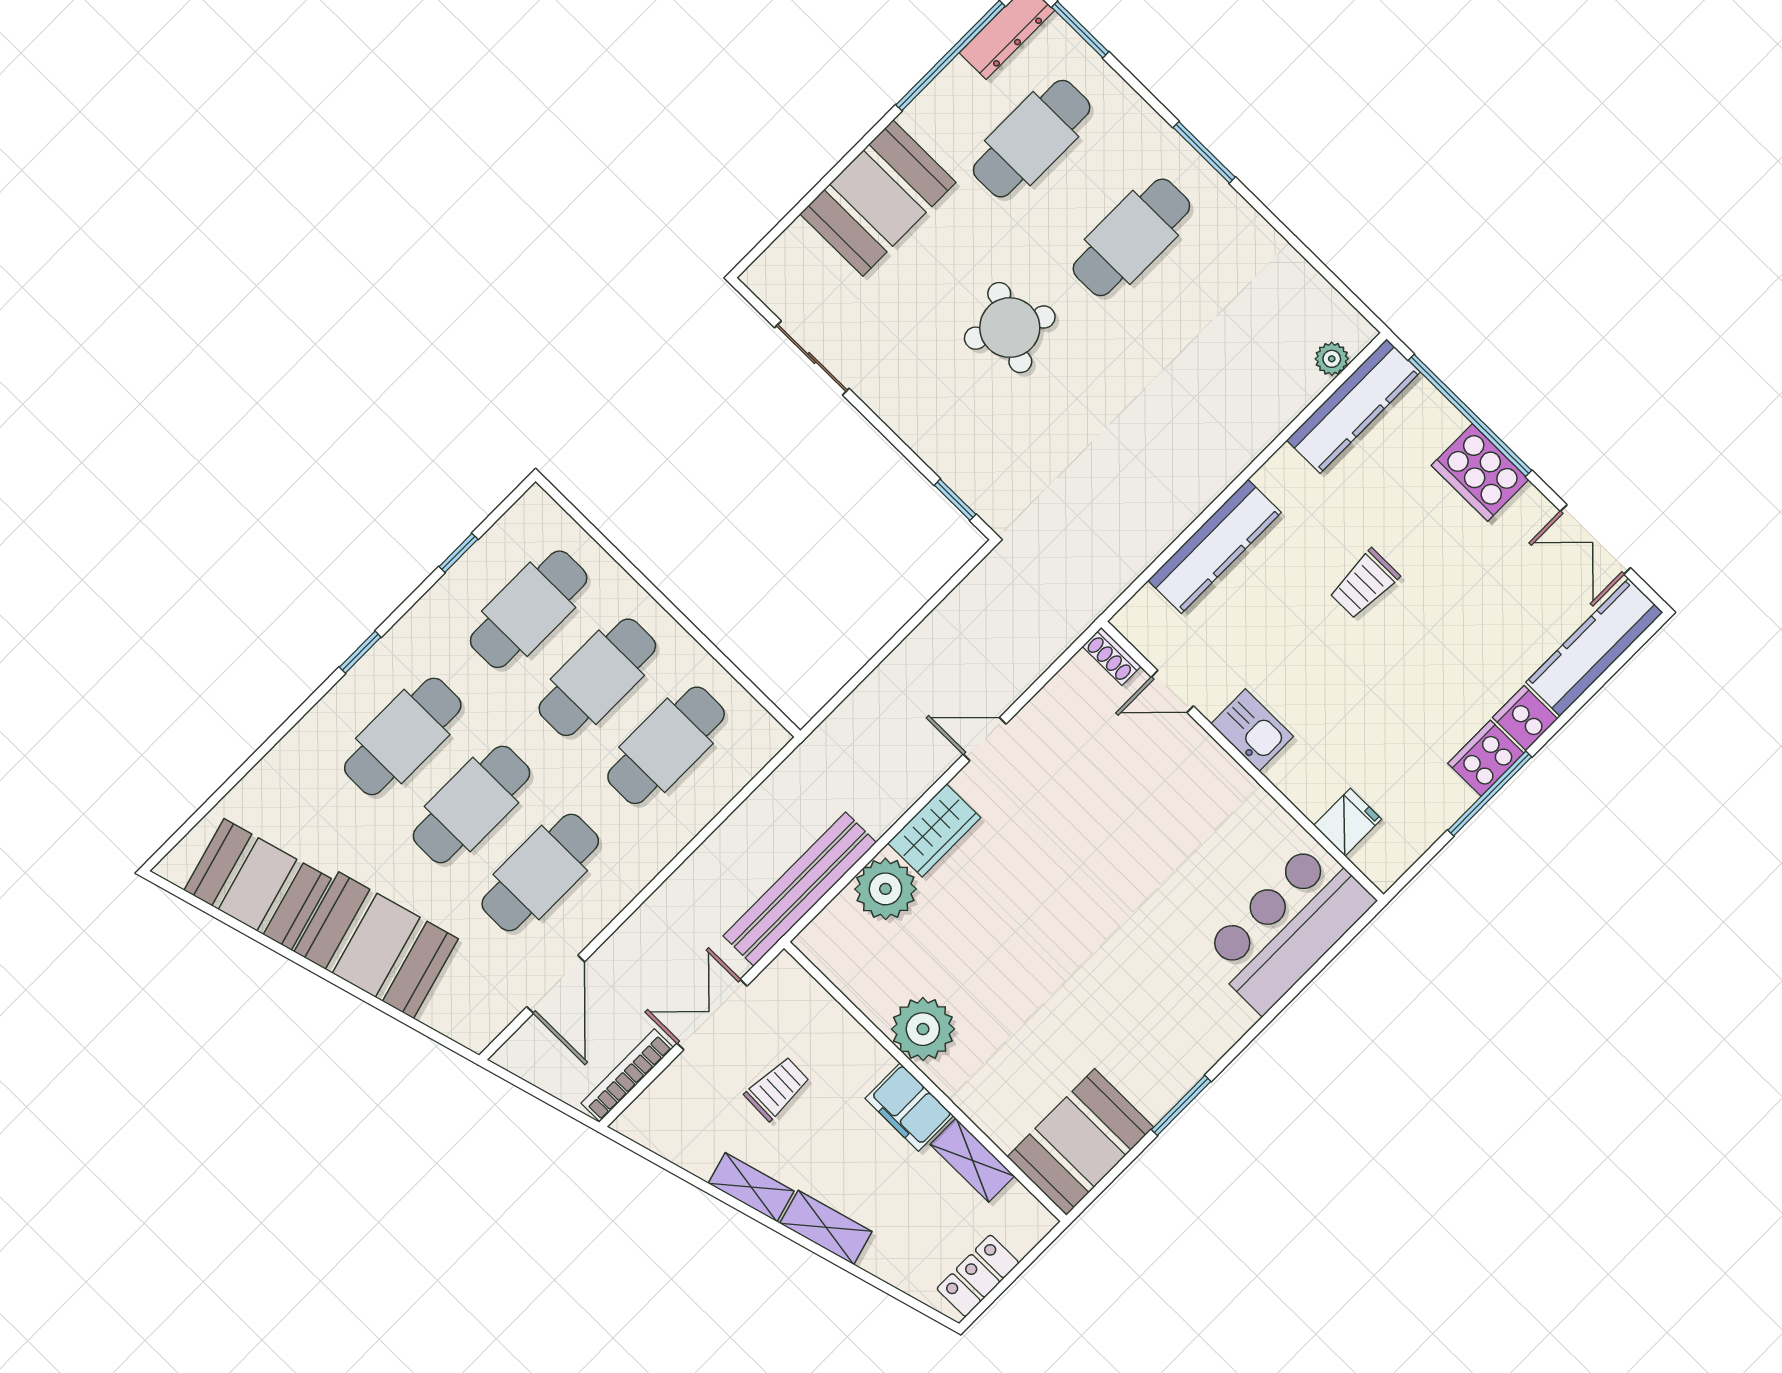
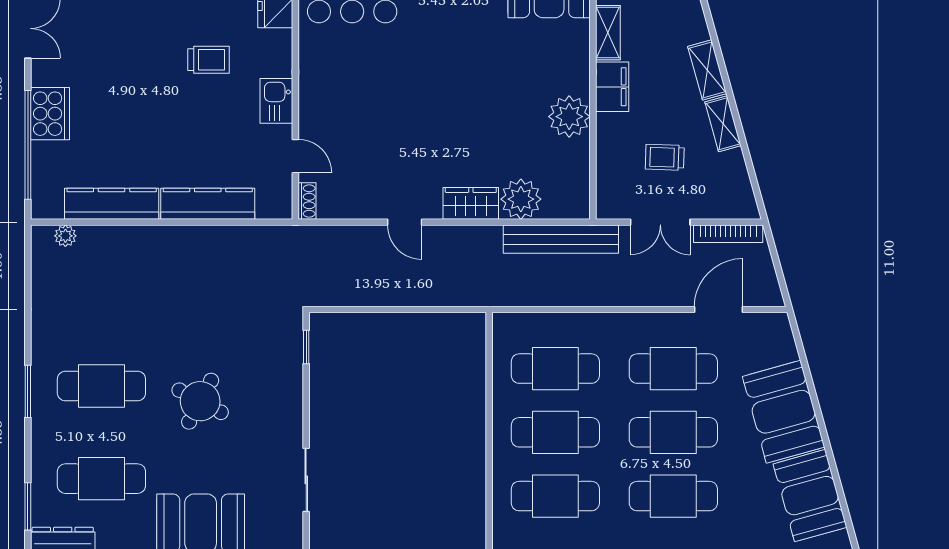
kitchen counter: (1353, 406) -> (112, 204), moved
trolley: (1364, 584) -> (209, 60), moved

